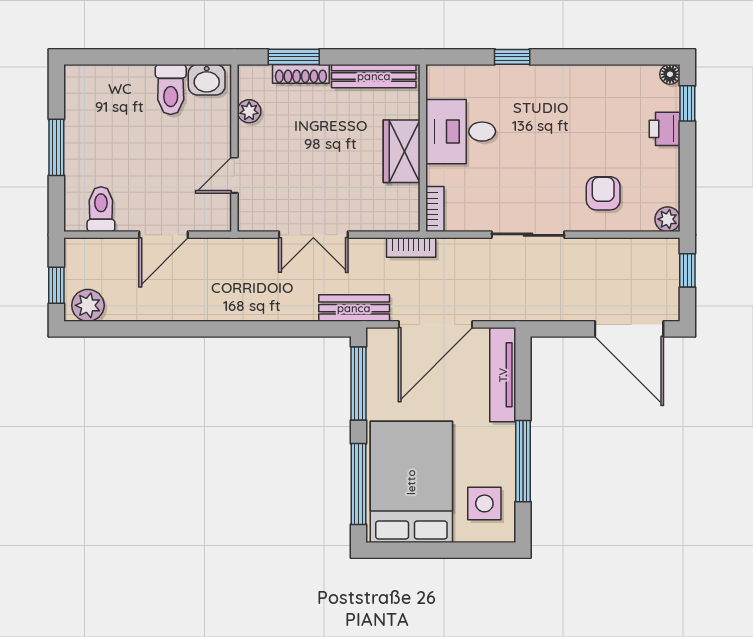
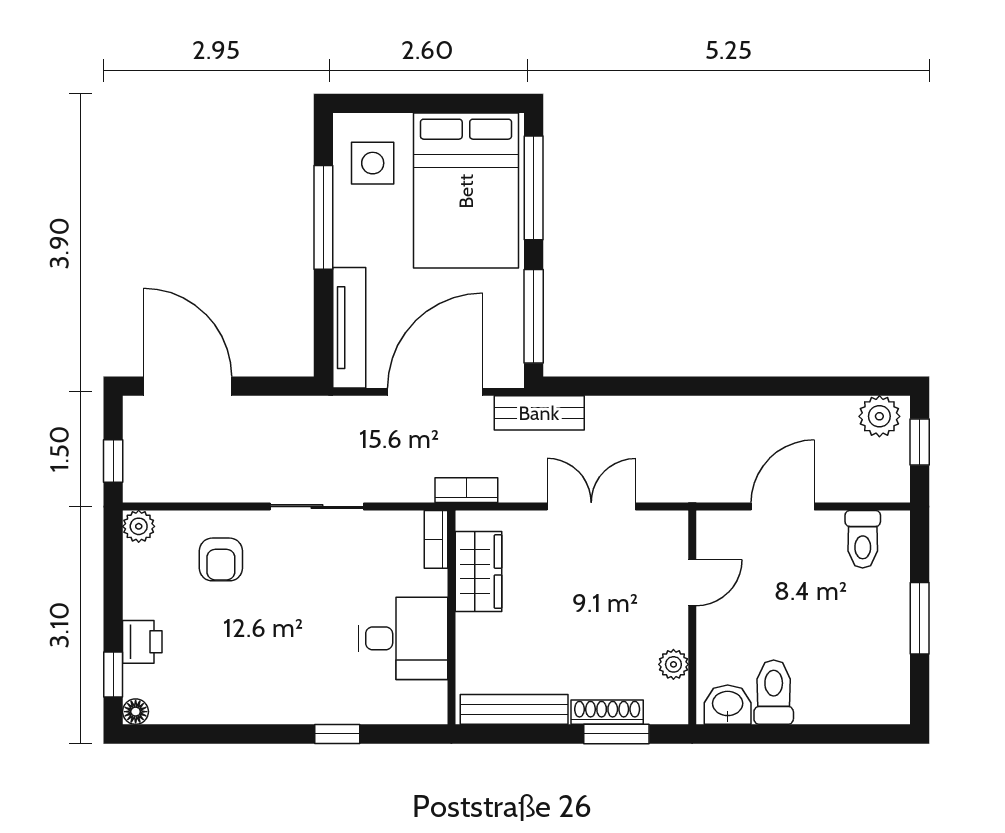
wardrobe: (402, 151) -> (478, 572), moved

